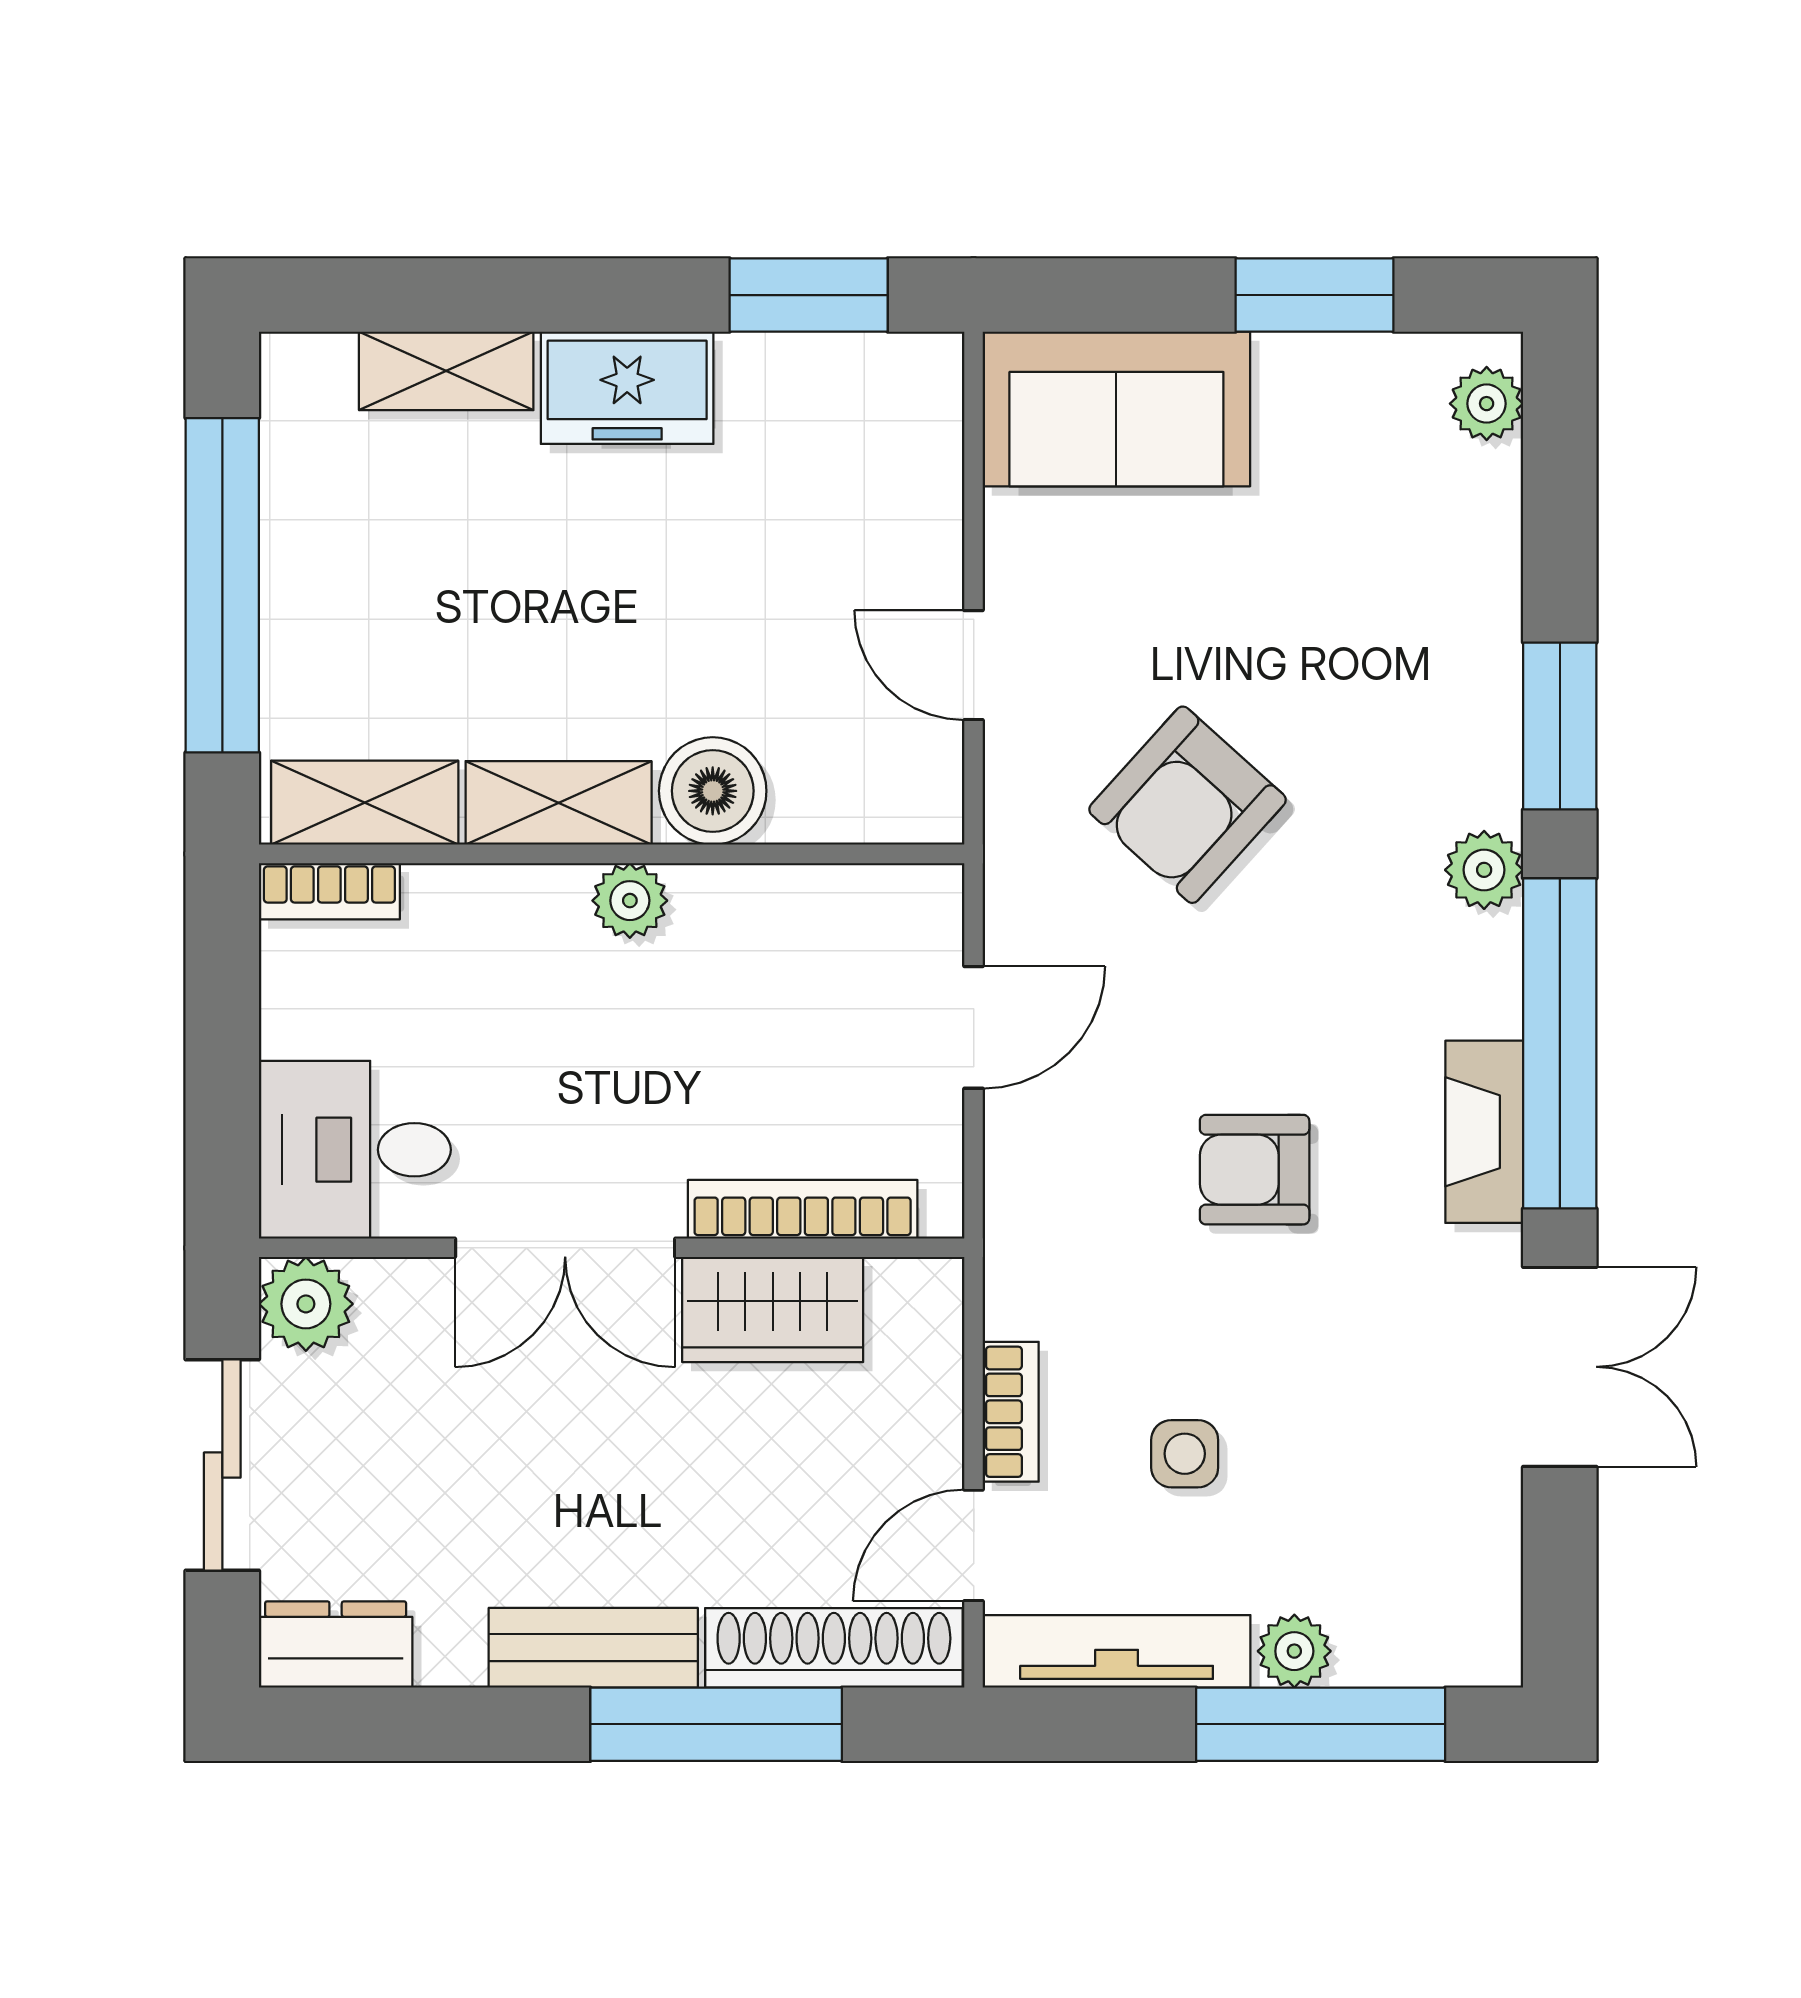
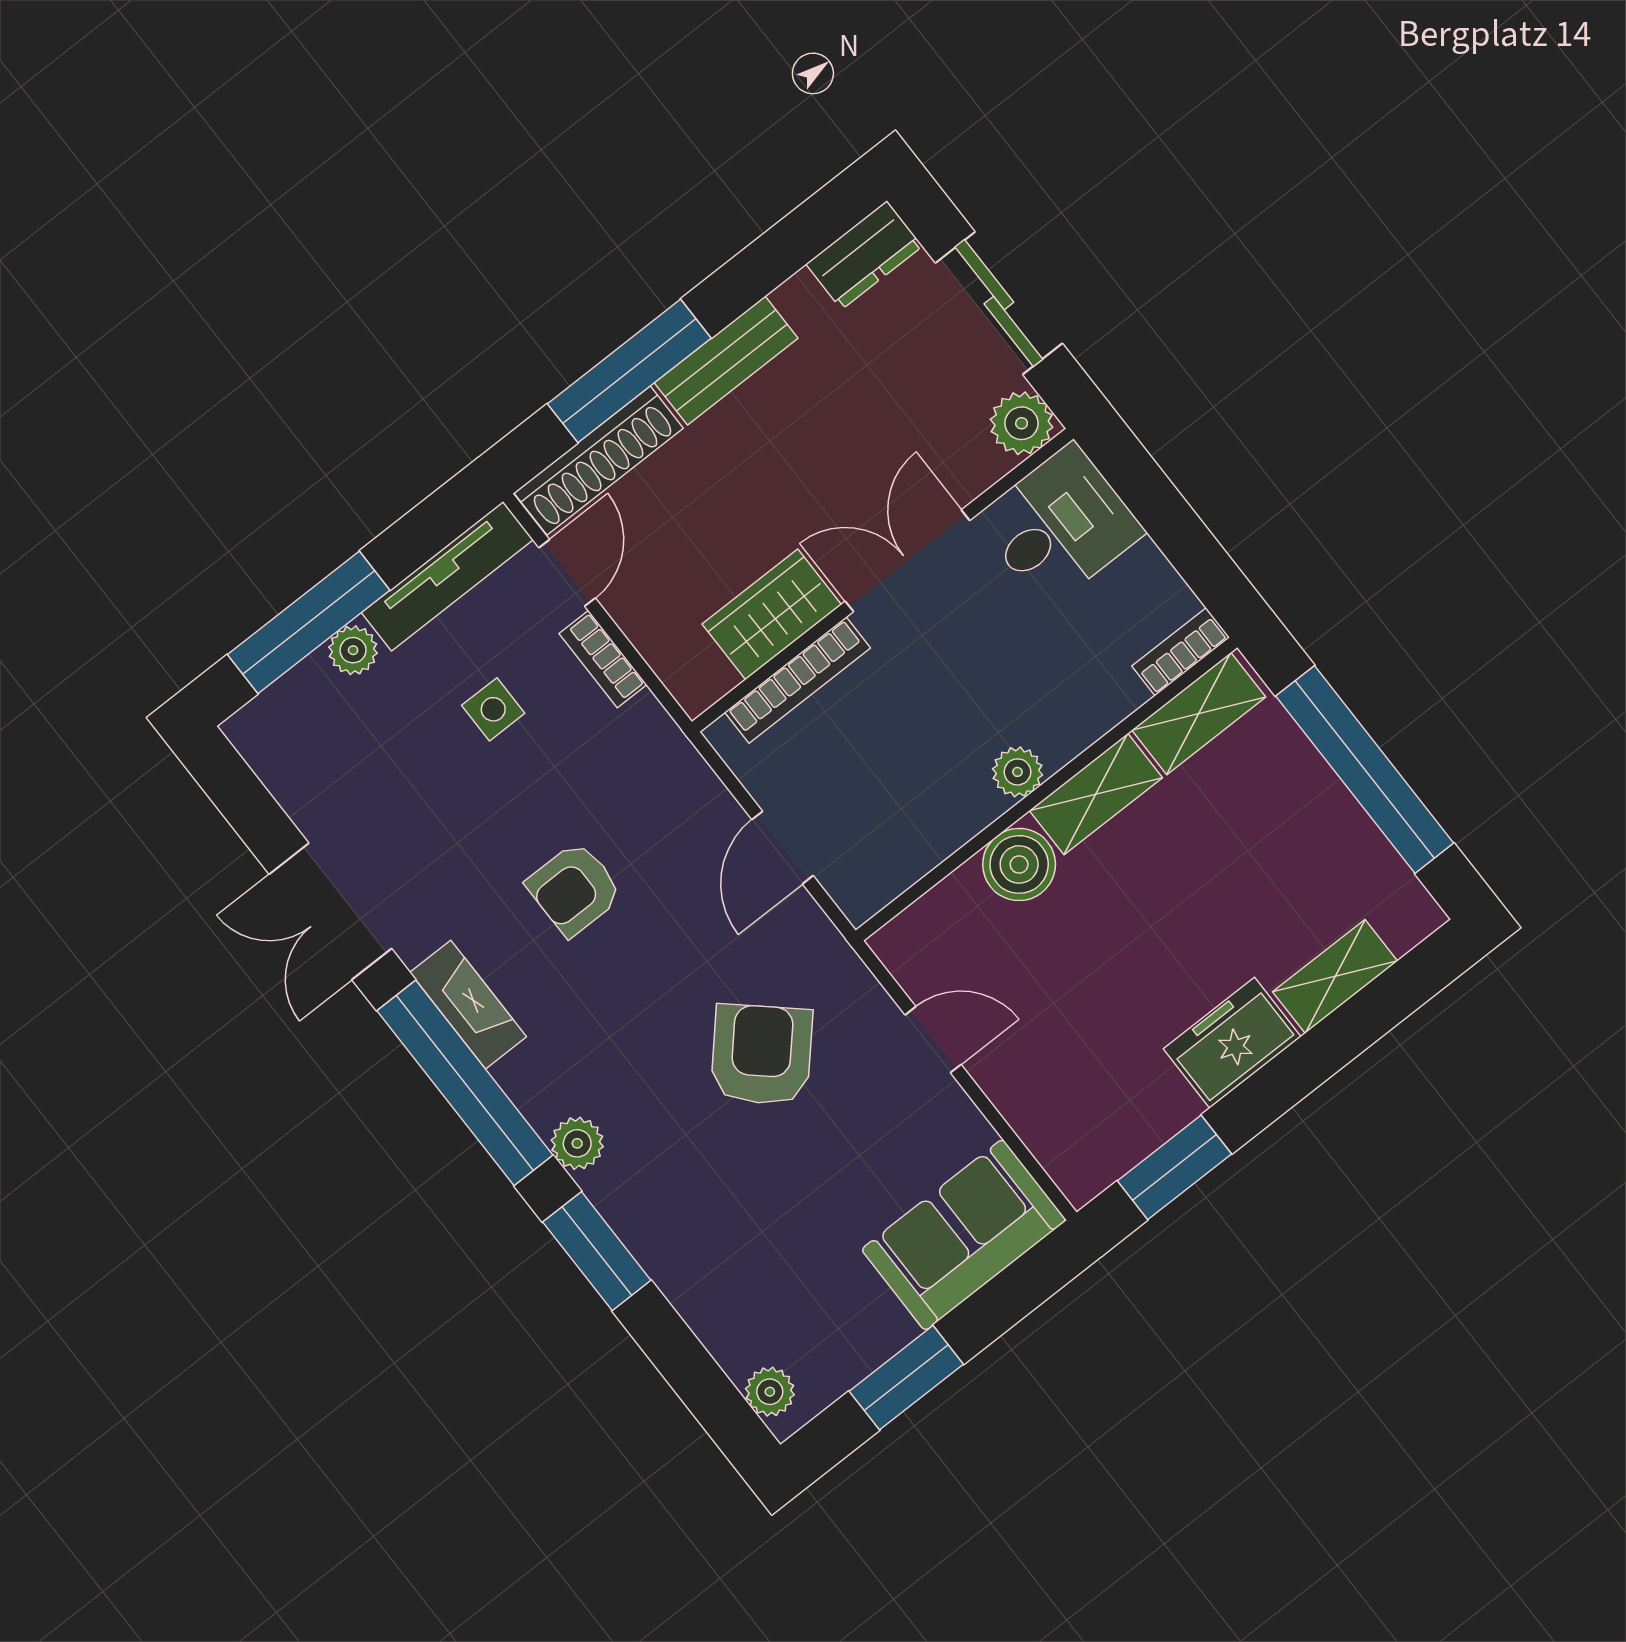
armchair: (1255, 1170) -> (574, 889), turned 180

